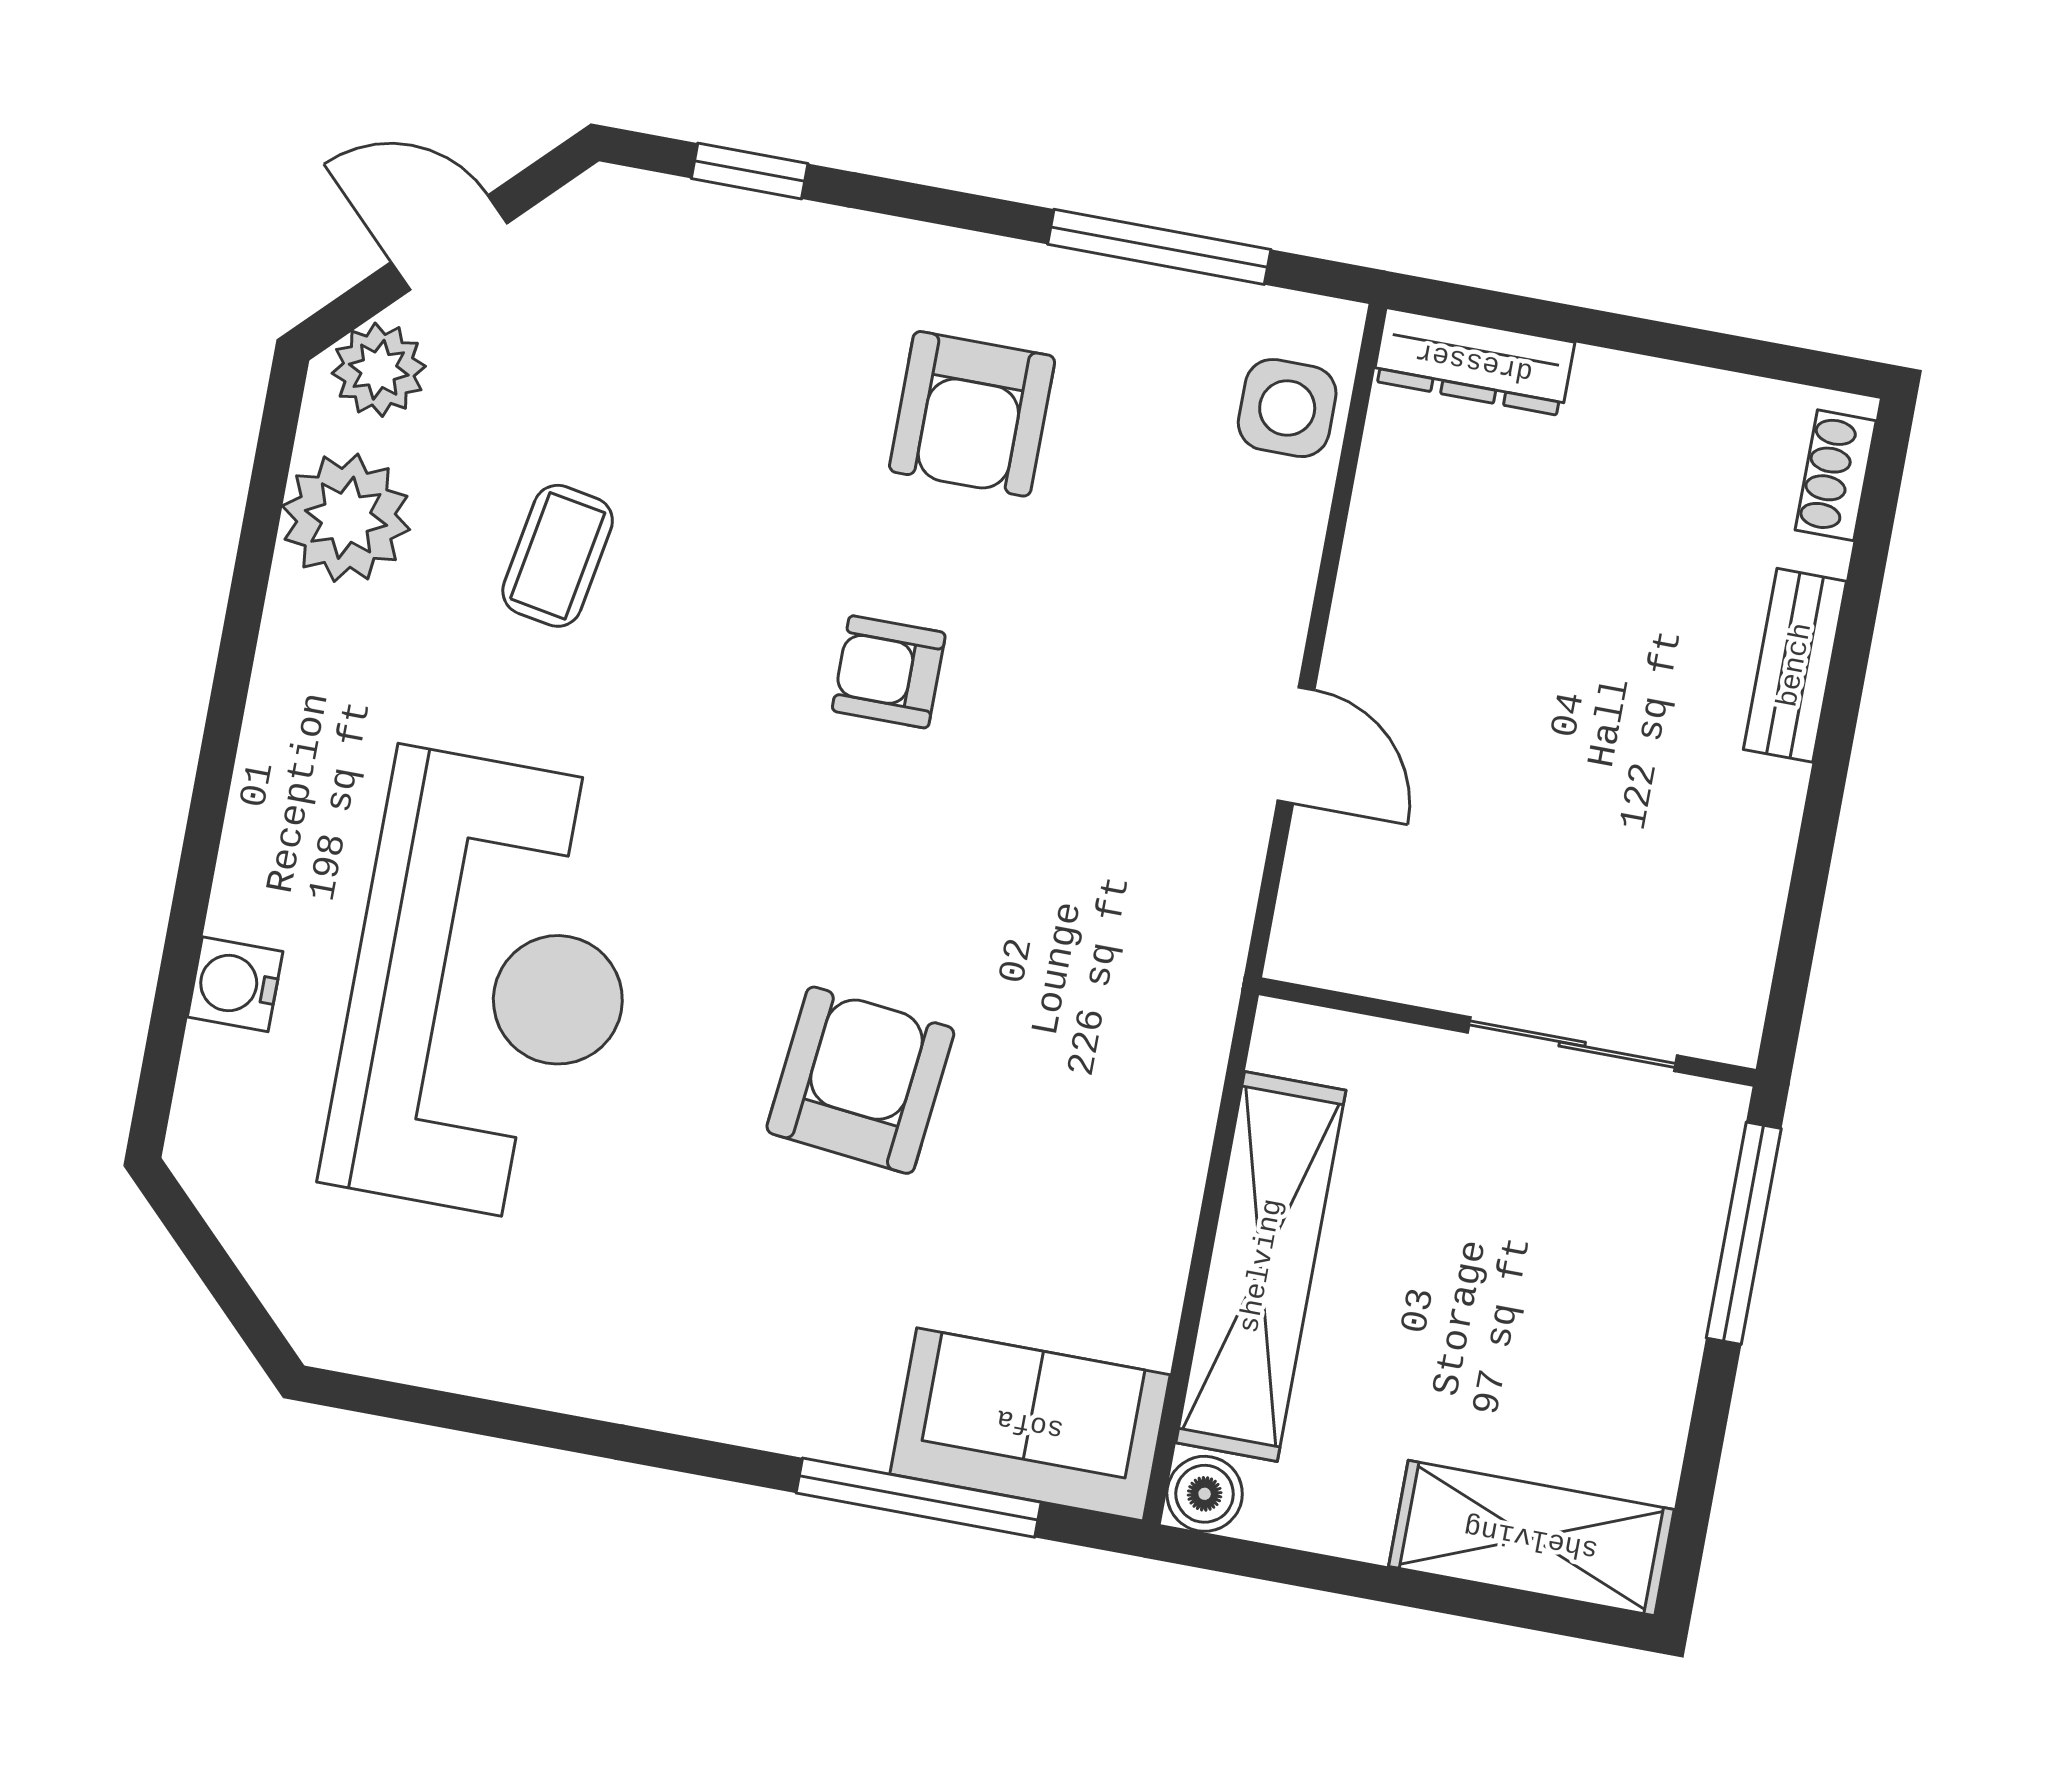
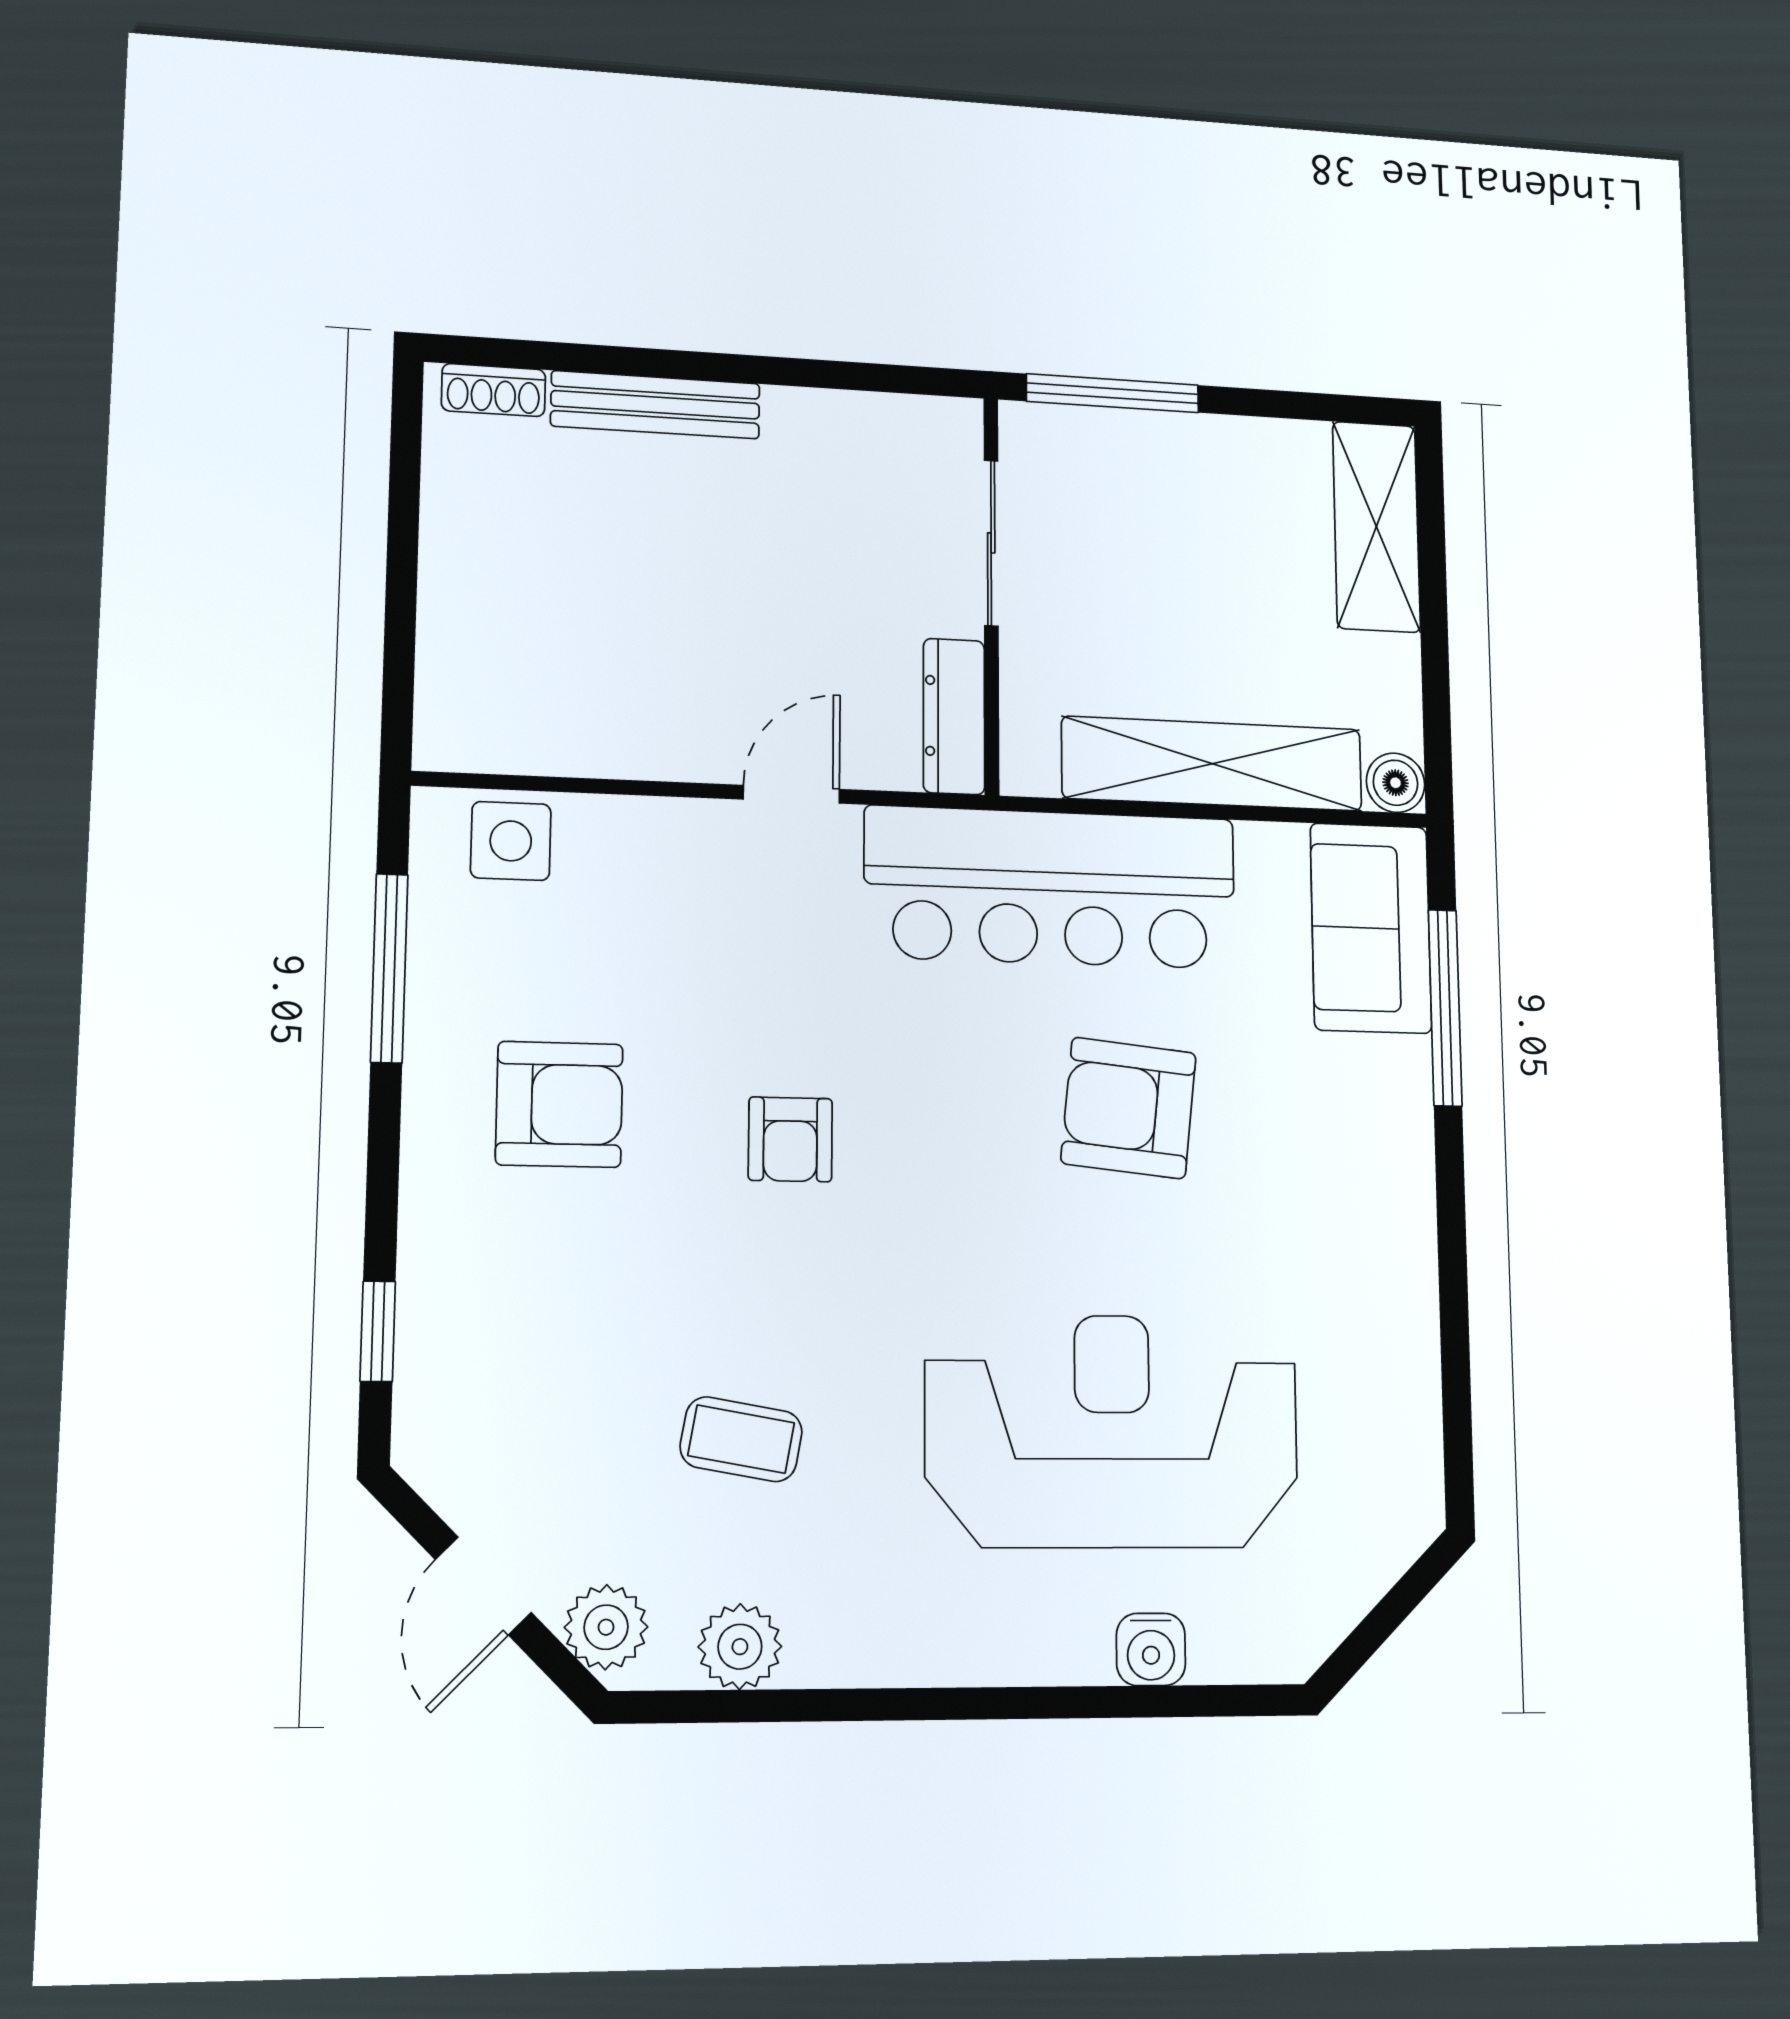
dresser: (1474, 362) -> (954, 716), moved, turned 180
plant: (346, 518) -> (740, 1647), width x0.73, depth x0.73
bench: (1795, 665) -> (656, 405), width x1.36
bar counter: (1138, 1037) -> (1051, 887), added

